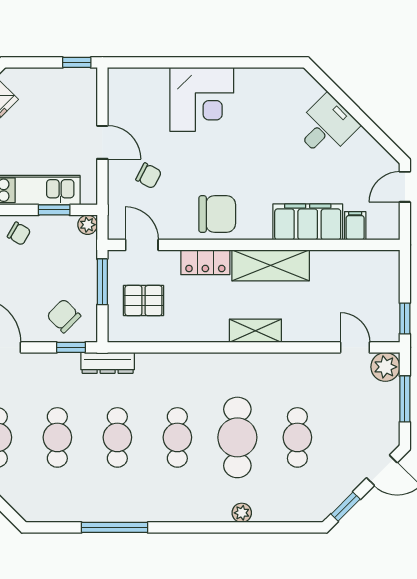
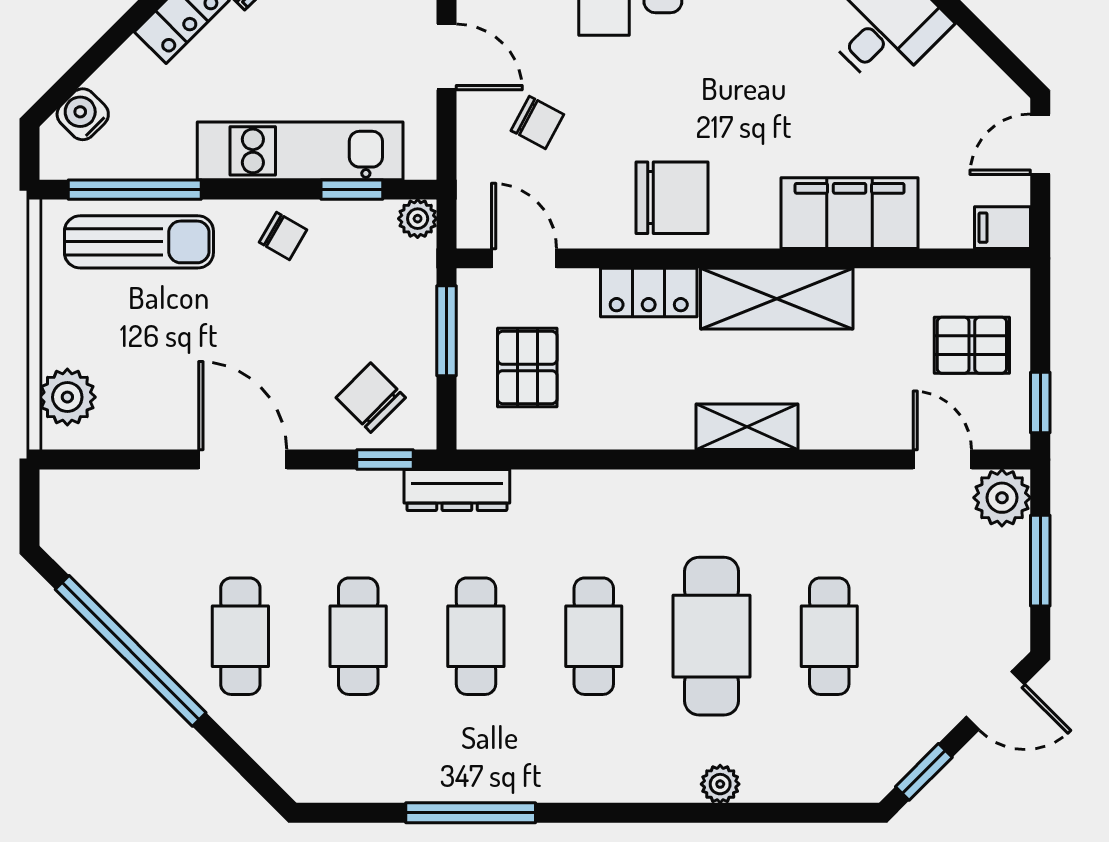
filing cabinet: (355, 226) -> (1003, 228), moved, turned -90
pallet: (370, 289) -> (972, 345), added
pallet: (143, 301) -> (527, 368), turned 90

